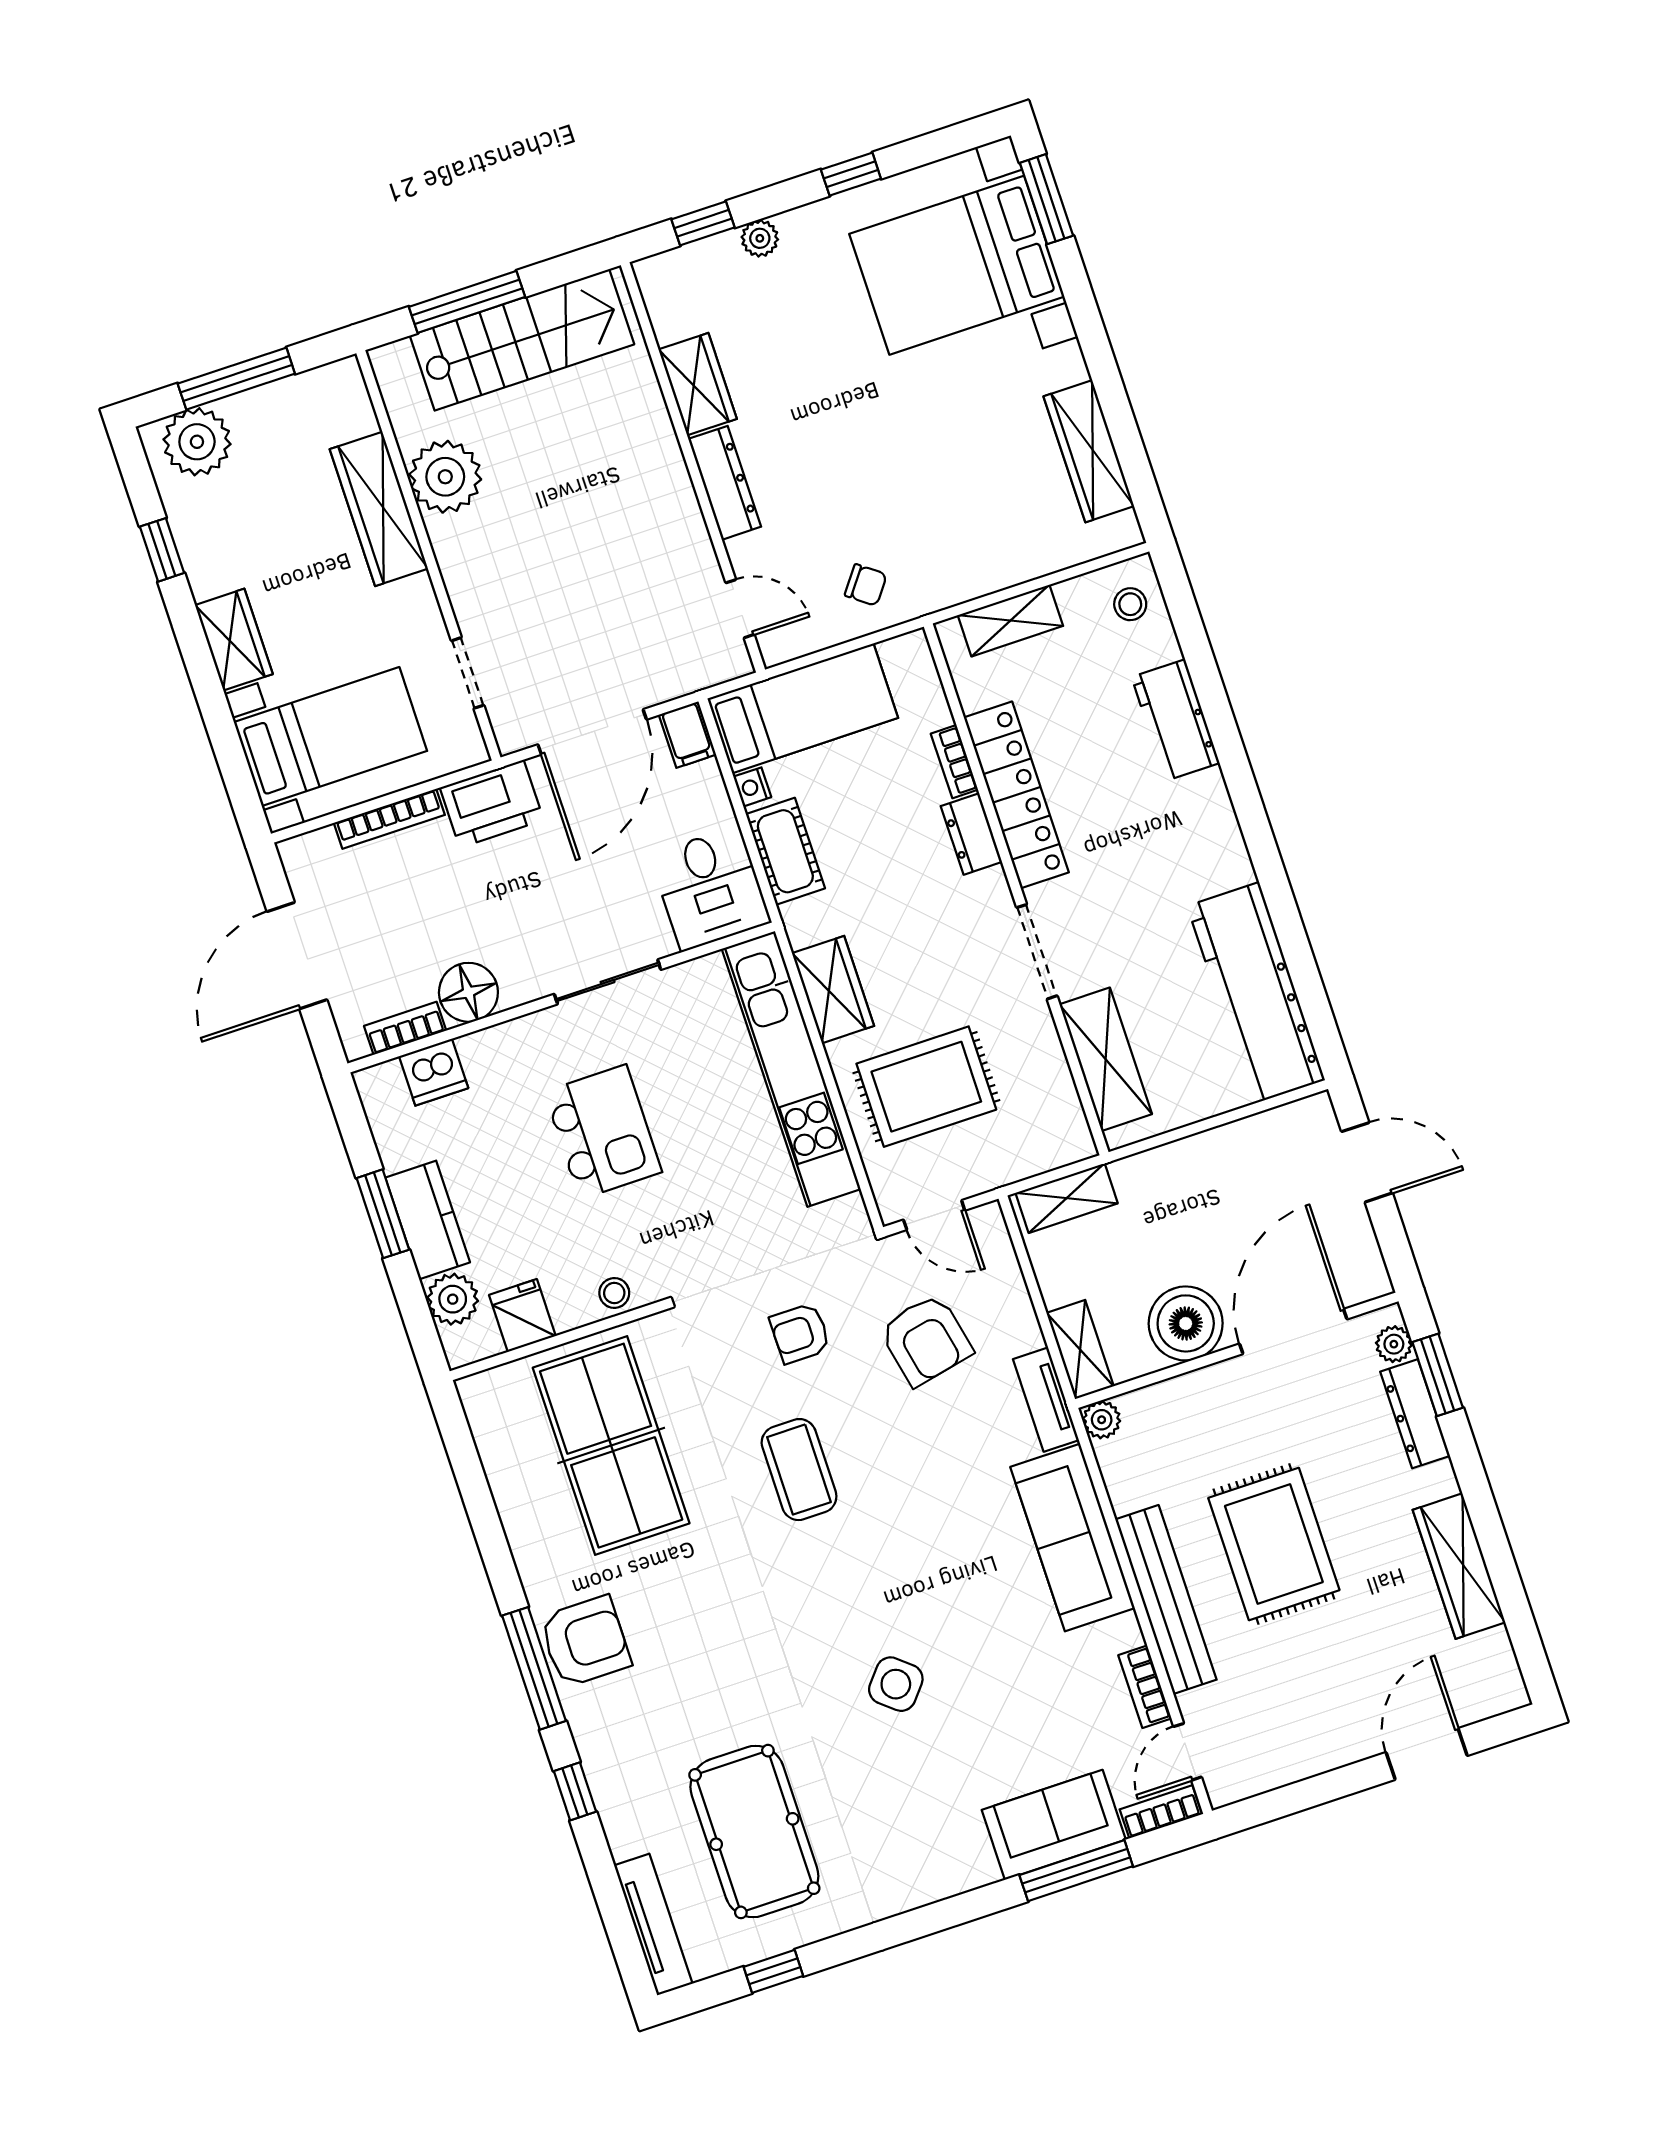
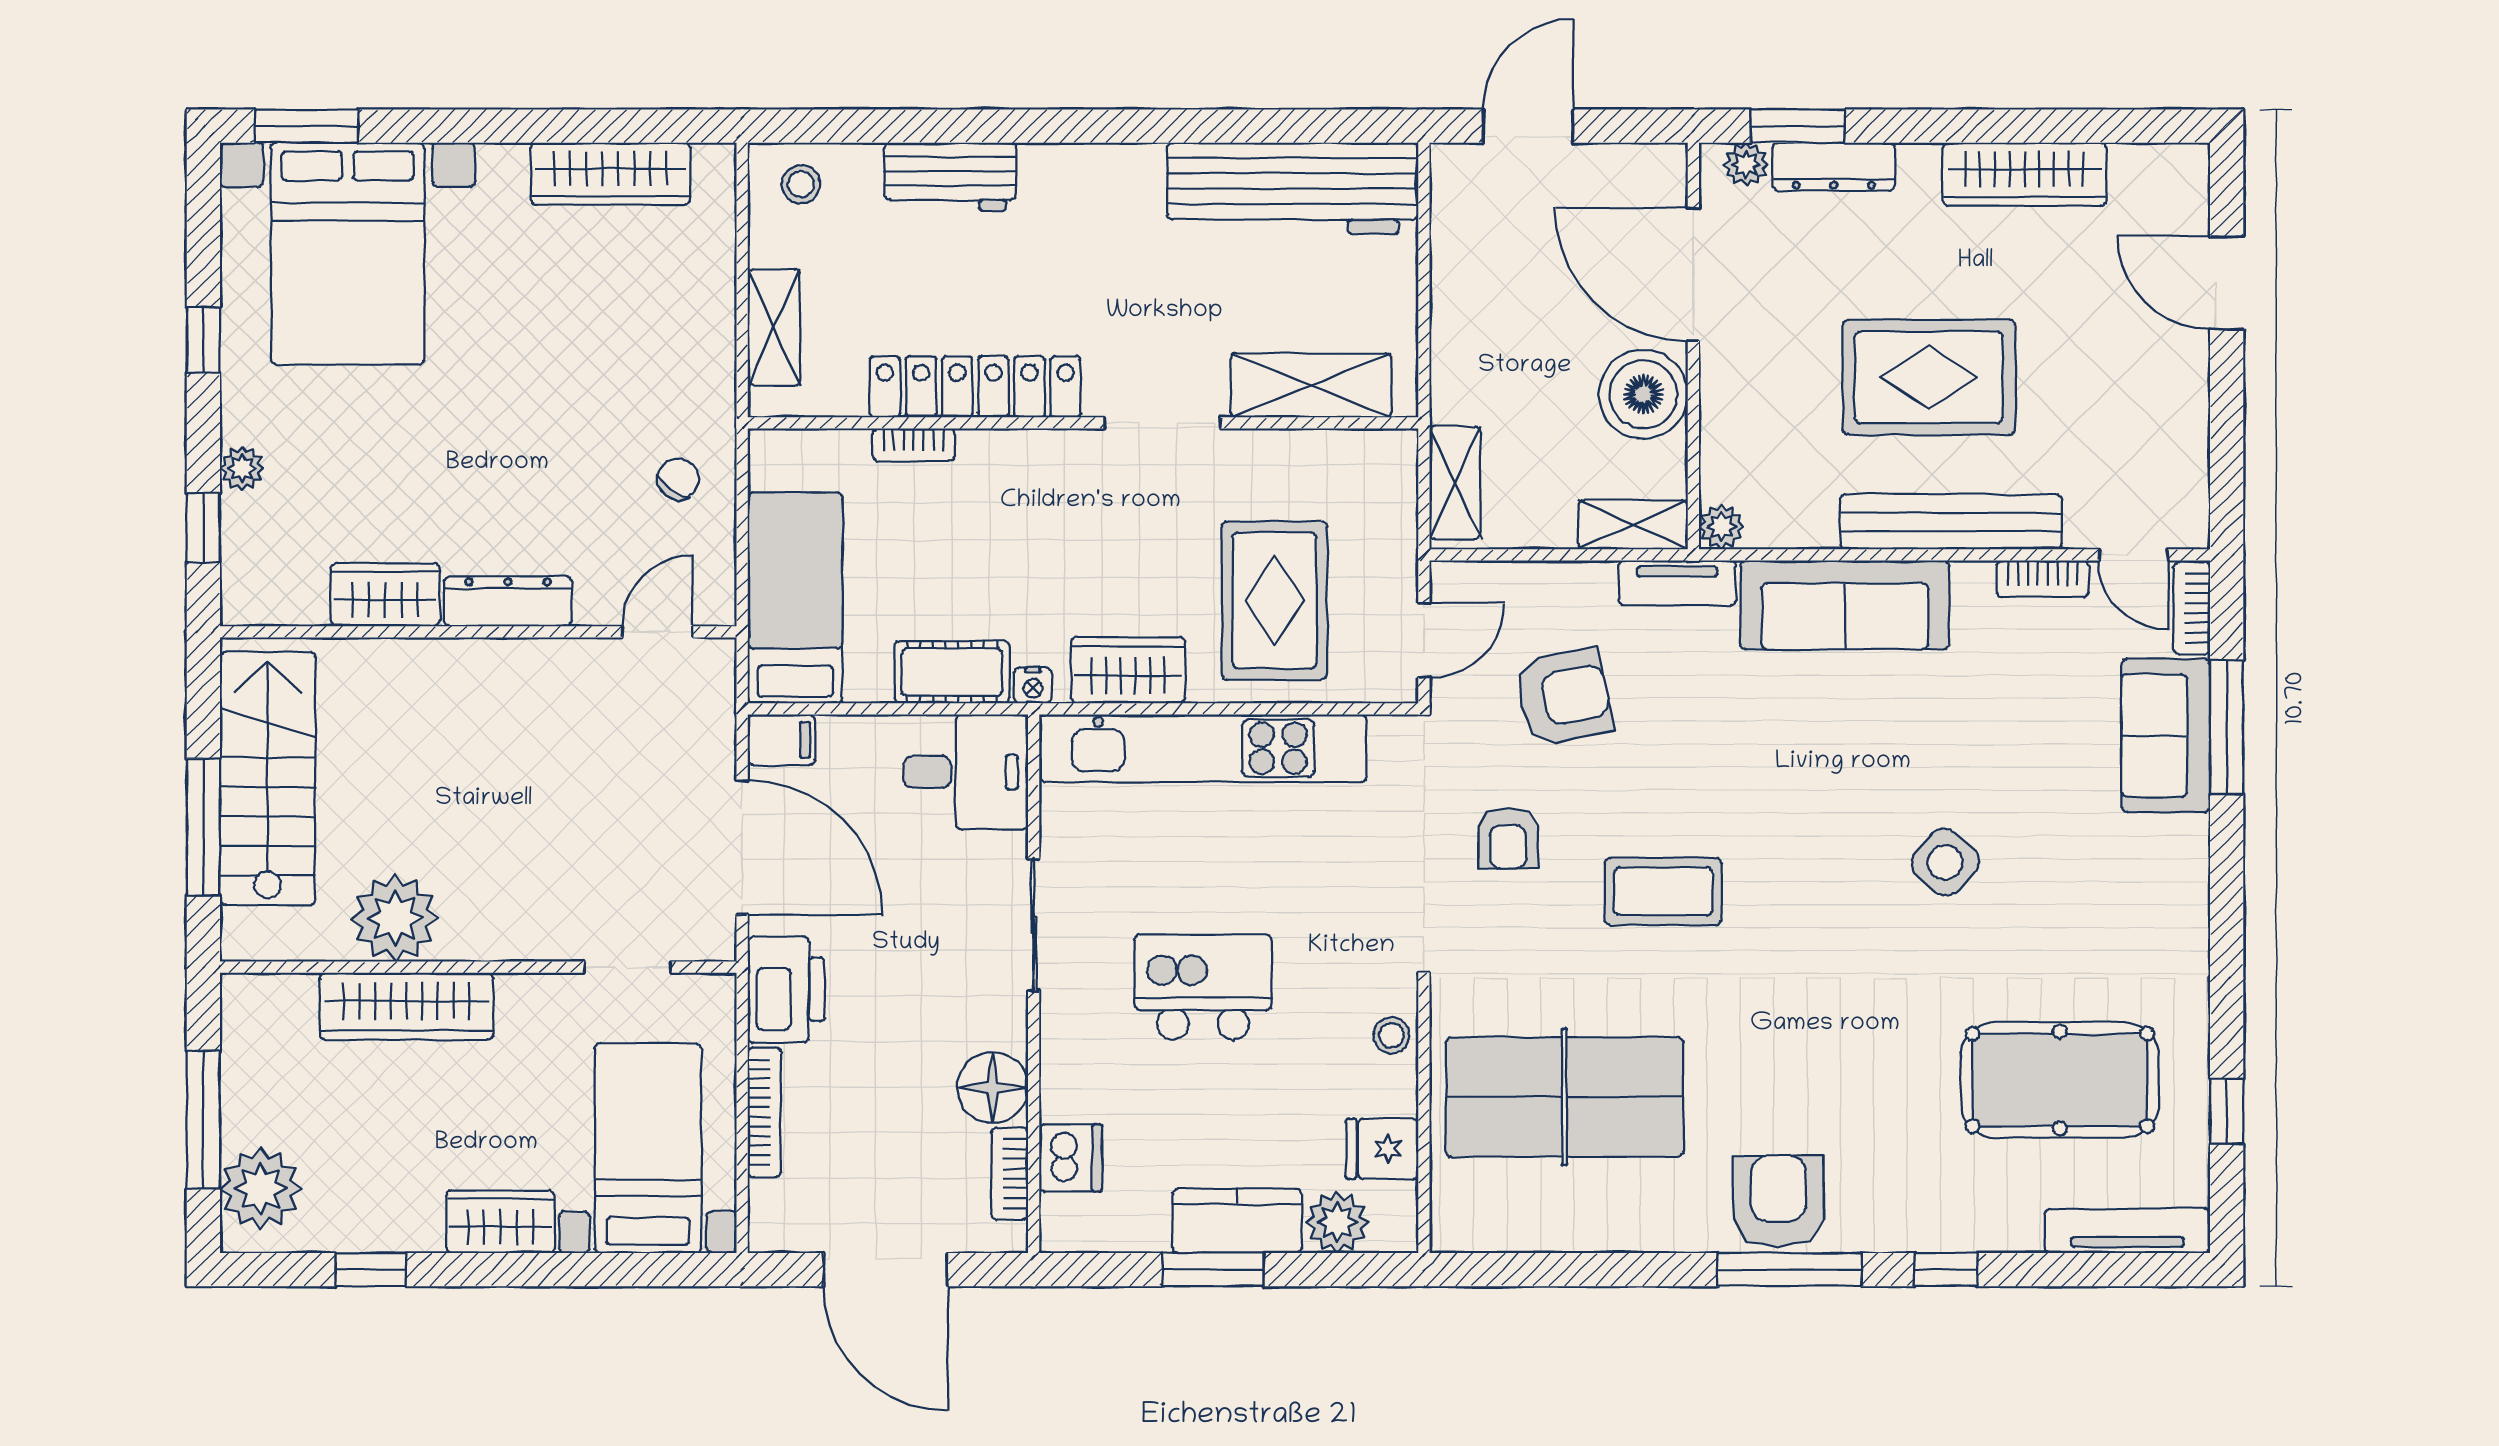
nightstand: (752, 787) -> (1033, 685), moved
dresser: (971, 834) -> (1003, 453), removed

